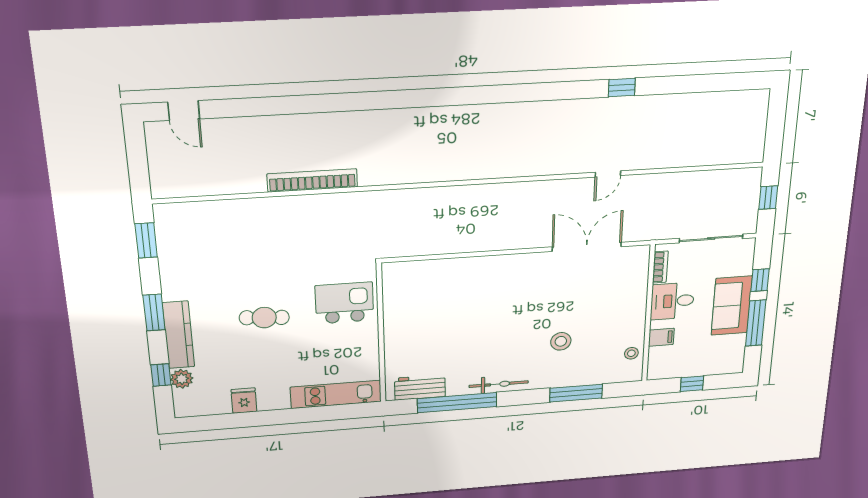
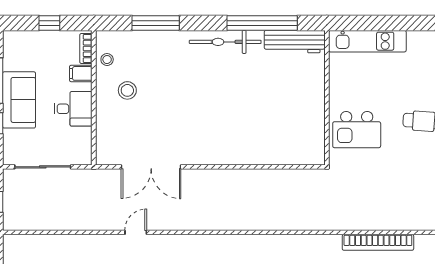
bookcase: (660, 267) -> (86, 48), moved
stool: (561, 341) -> (127, 90), moved
bicycle: (499, 384) -> (225, 42), width x1.37, depth x1.40
workbench: (420, 387) -> (295, 42), width x1.37

